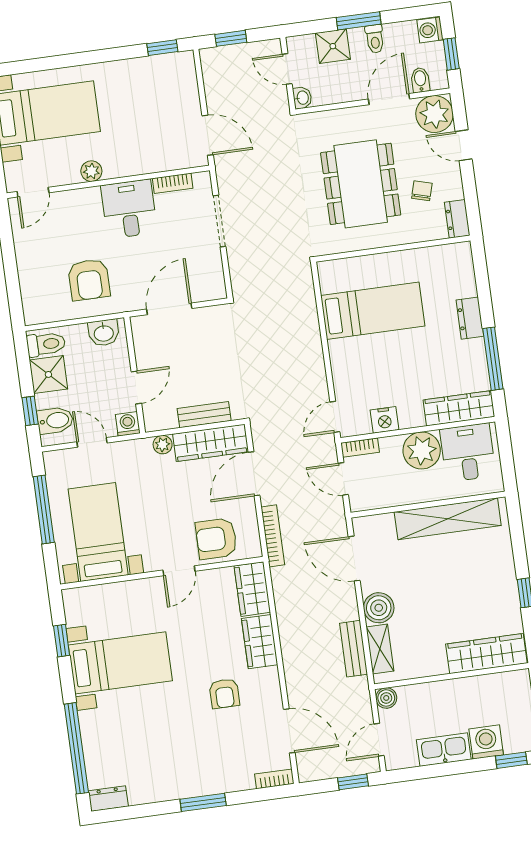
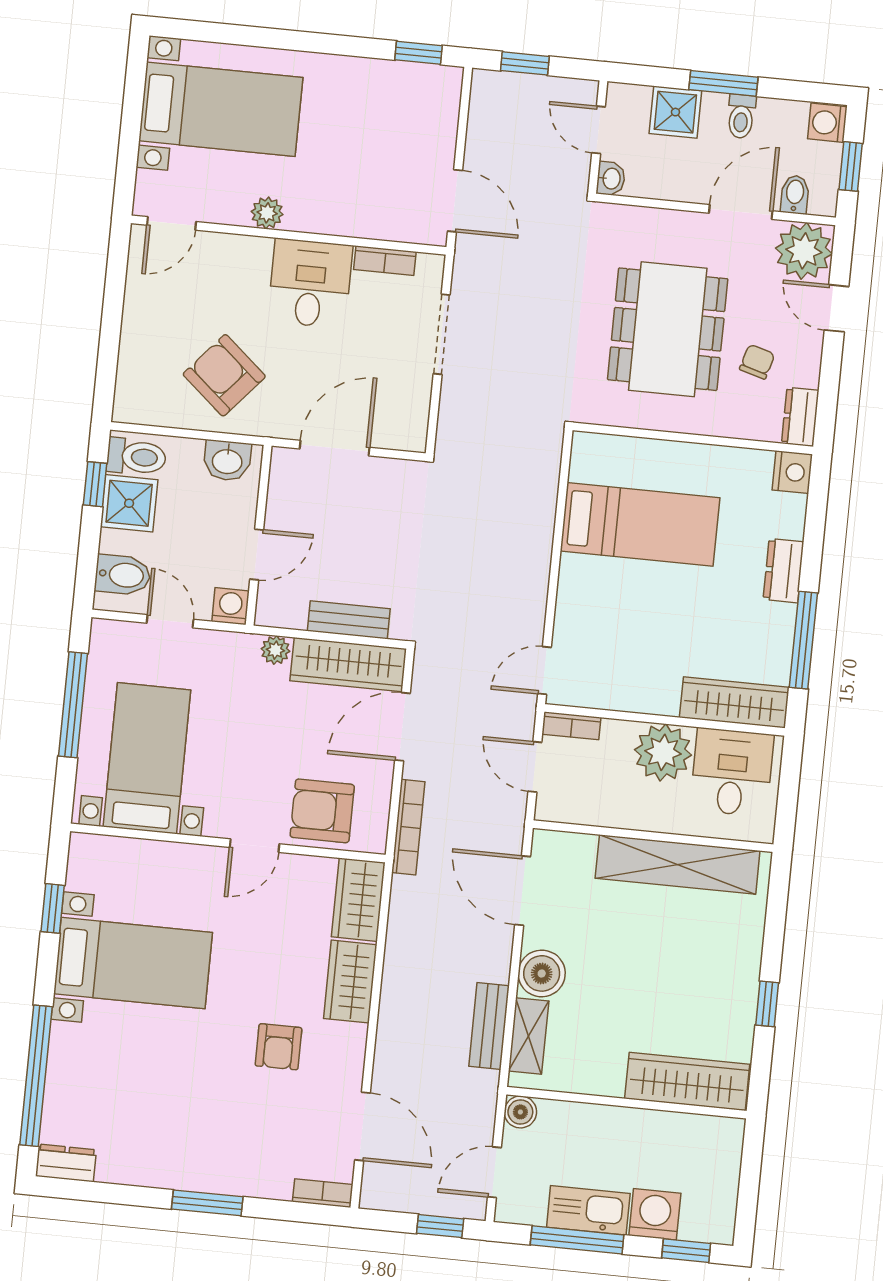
armchair: (89, 280) -> (224, 375), turned 131
window: (30, 411) -> (95, 484), moved
nightstand: (385, 420) -> (792, 472), moved, turned -90
window: (441, 770) -> (577, 1240), added

